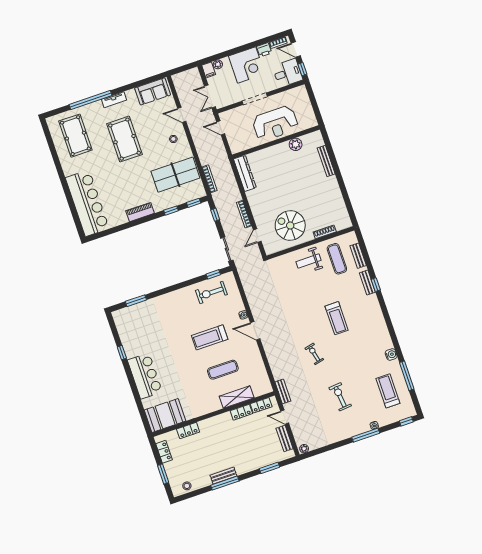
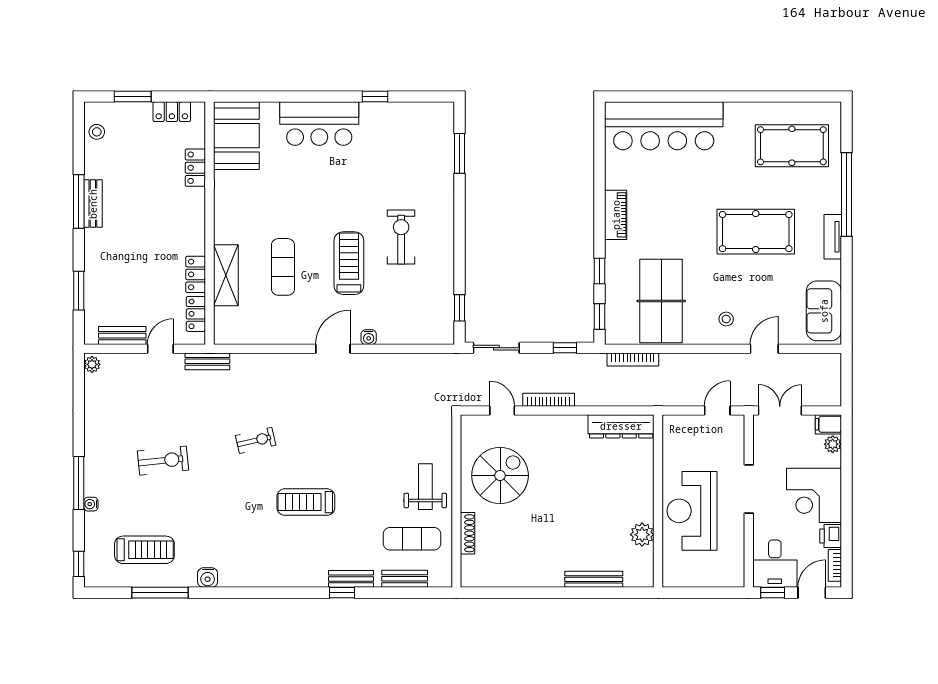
exercise bike: (211, 292) -> (401, 237), moved

